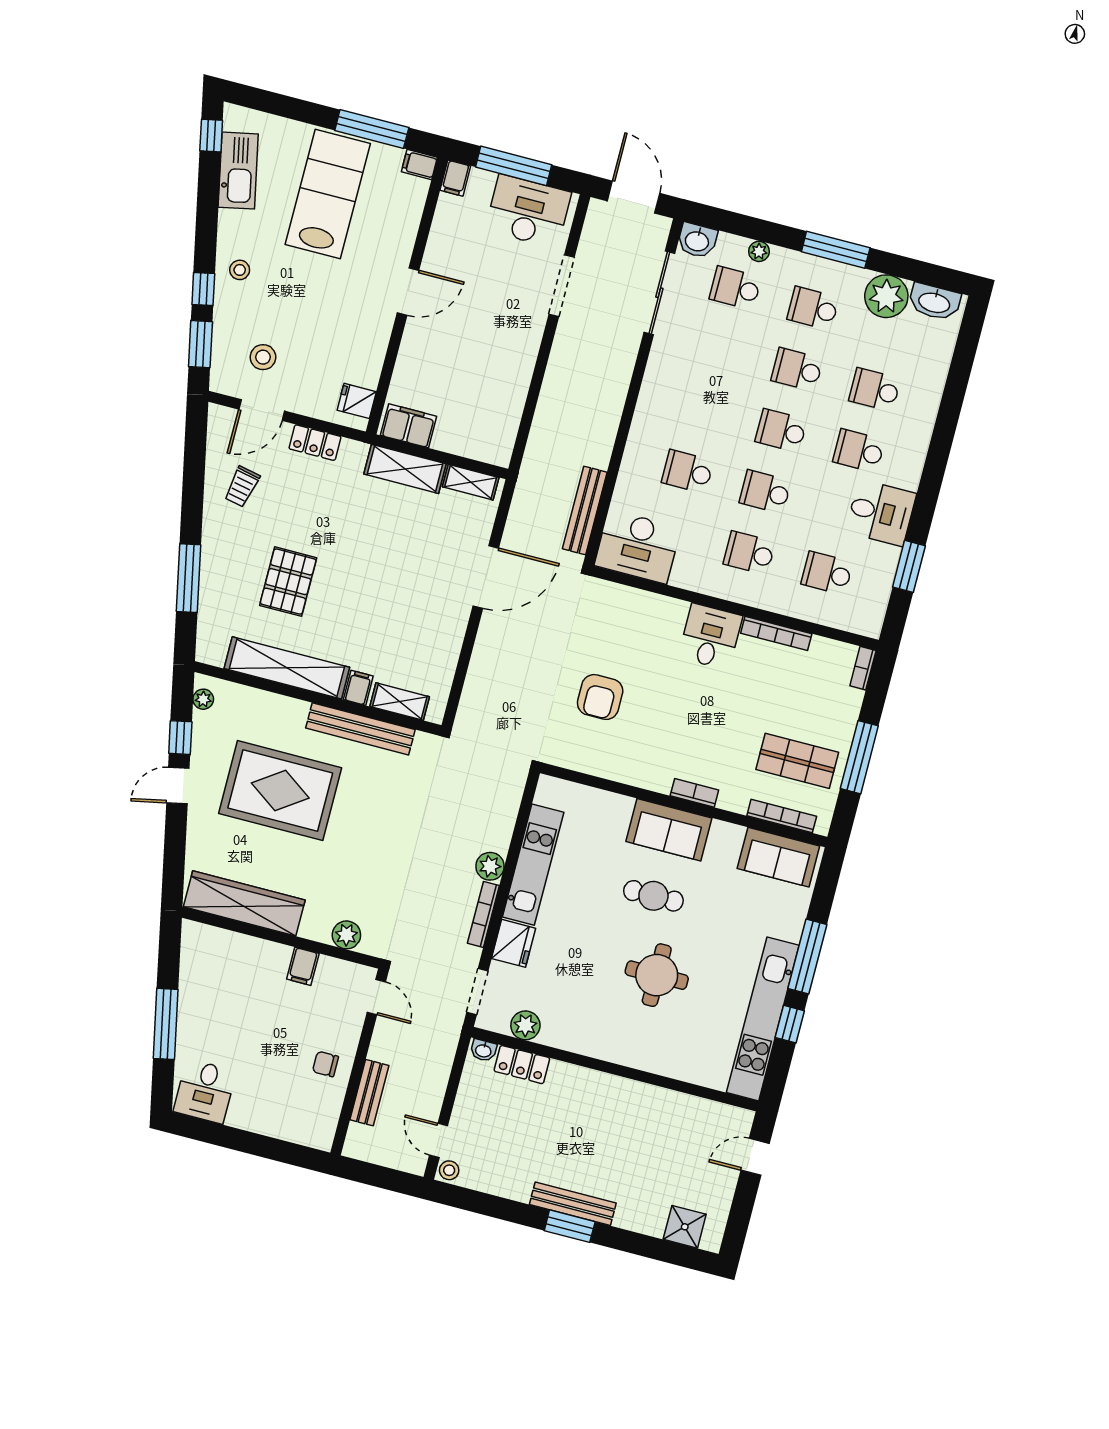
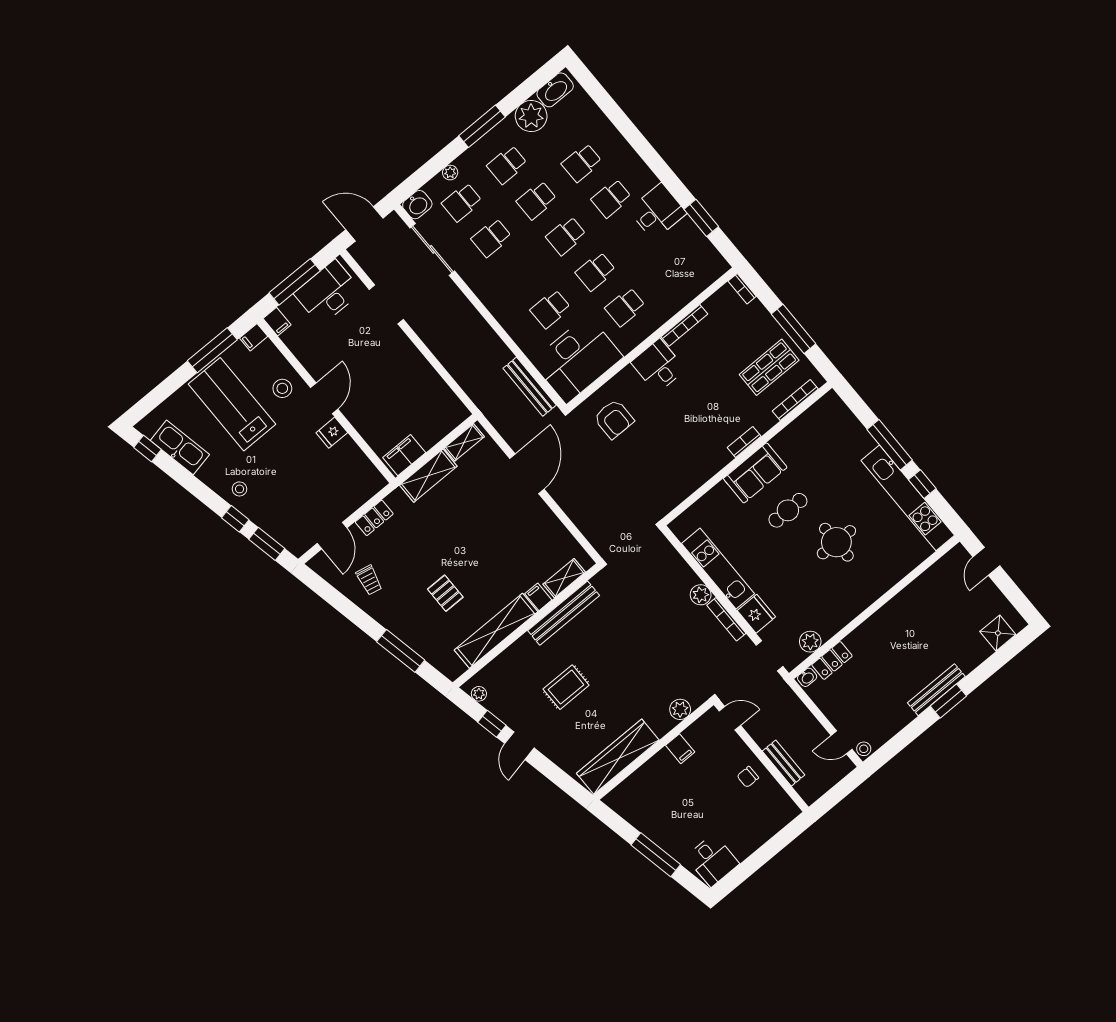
stool: (263, 357) -> (282, 388), moved
fridge: (357, 401) -> (332, 433), moved
desk: (638, 547) -> (577, 359), width x1.36, depth x1.30
school desk: (827, 573) -> (491, 238), moved
pallet: (288, 582) -> (445, 593), width x0.67, depth x0.71
armchair: (600, 697) -> (614, 419), moved
rug: (280, 791) -> (566, 687), width x0.54, depth x0.49
sofa: (778, 857) -> (818, 420), removed

